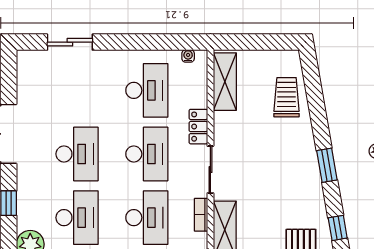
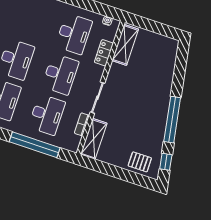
trolley: (287, 97) -> (161, 68), removed
locker: (198, 127) -> (104, 53), moved
window: (327, 165) -> (172, 120), width x2.11

